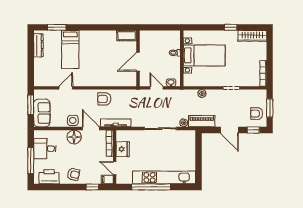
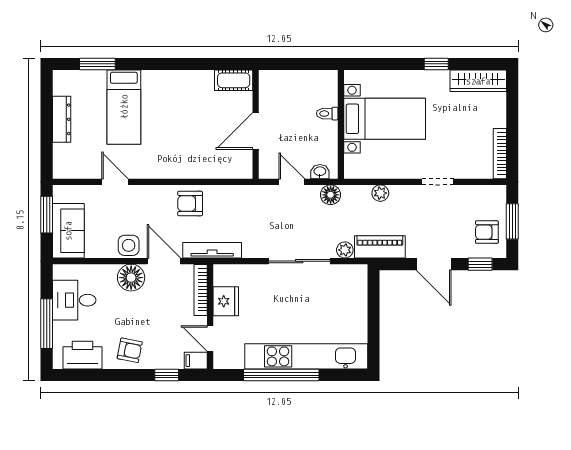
dresser: (38, 45) -> (62, 119), moved
door: (66, 88) -> (115, 182), hinge flipped
floor lamp: (176, 94) -> (331, 195), added

